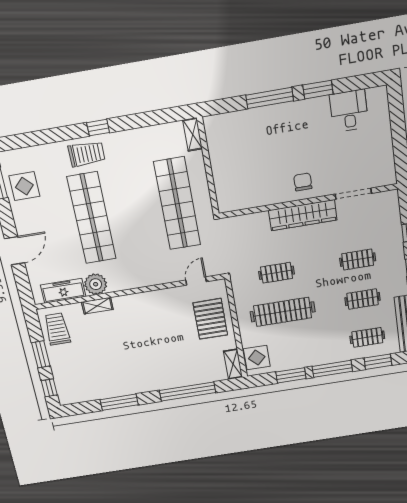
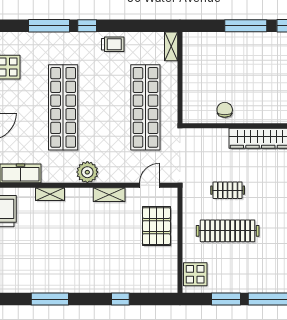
window: (57, 135) -> (49, 26), added
trolley: (87, 154) -> (113, 44), moved, width x0.73, depth x0.72
chair: (303, 182) -> (225, 110), moved
plant: (96, 284) -> (87, 172), moved
shelving: (233, 364) -> (109, 195), moved, turned 90
window: (187, 391) -> (120, 299), width x0.32

